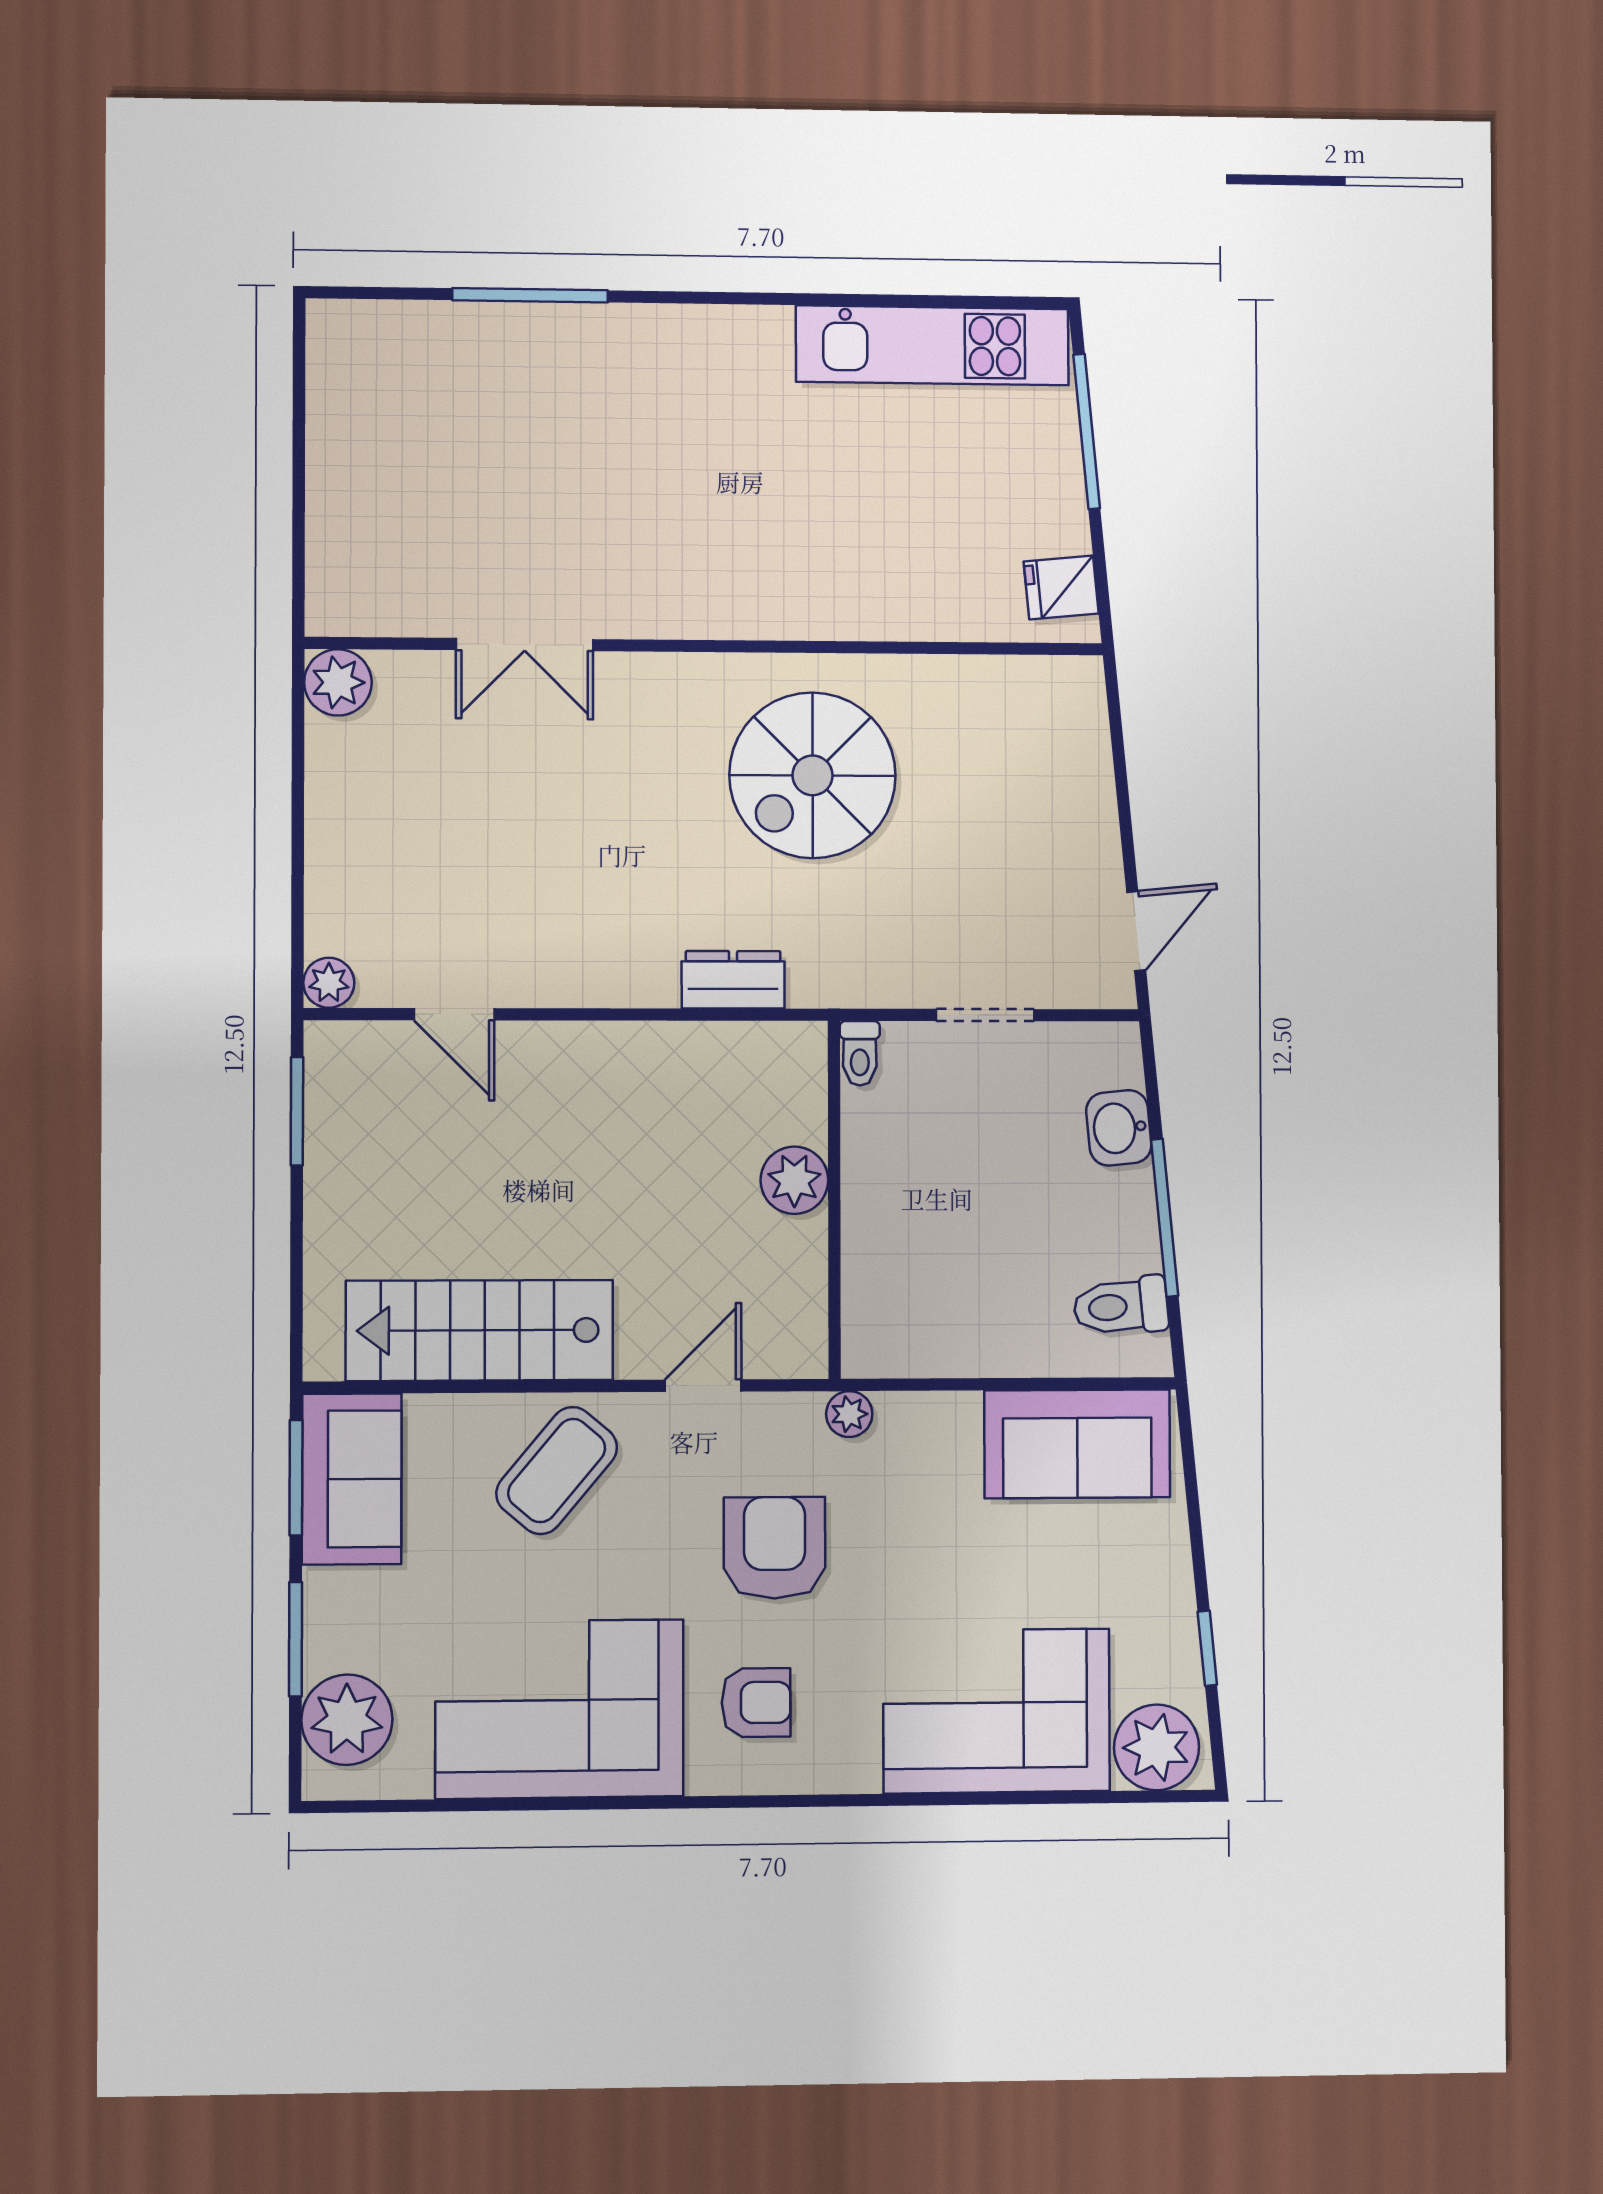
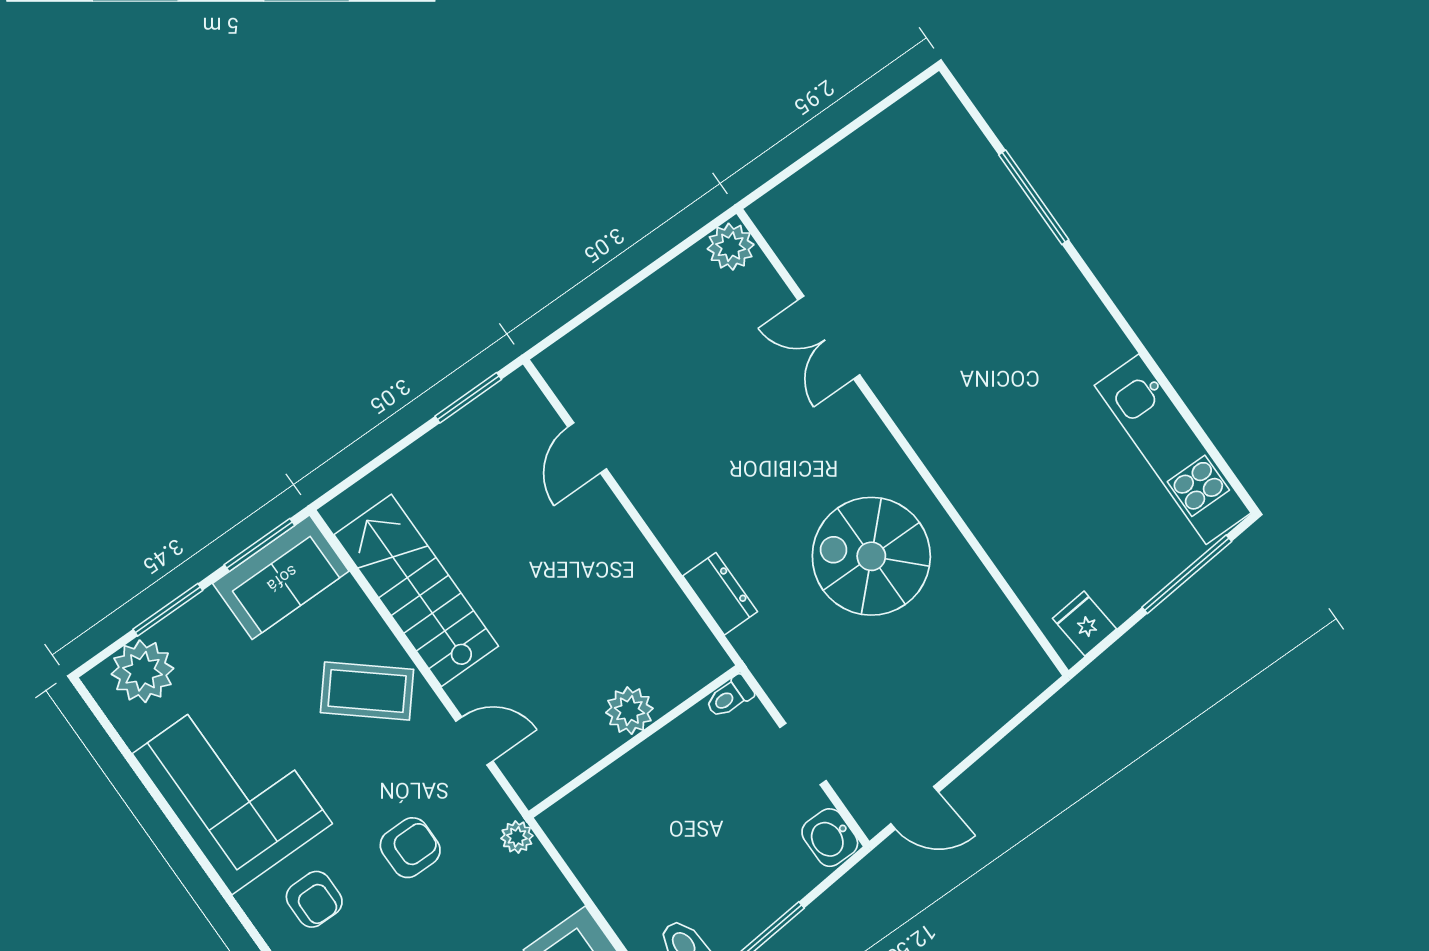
plant: (329, 983) -> (555, 364), removed
washbasin: (1119, 1128) -> (830, 838), moved, turned -85
armchair: (775, 1548) -> (410, 848), width x0.72, depth x0.72

